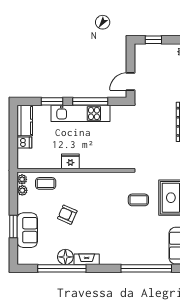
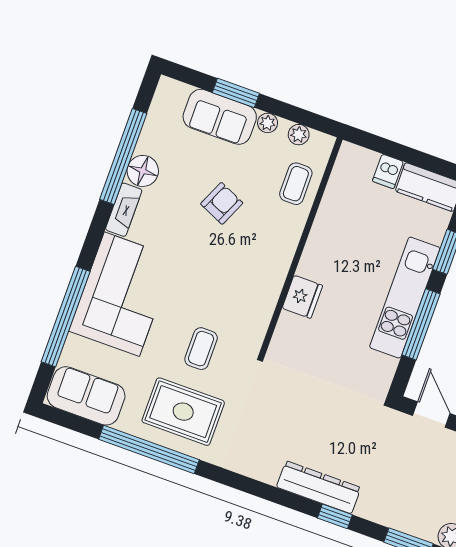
fridge: (70, 161) -> (302, 297), moved
plant: (22, 179) -> (268, 123), moved
corner sofa: (126, 246) -> (122, 294), added

